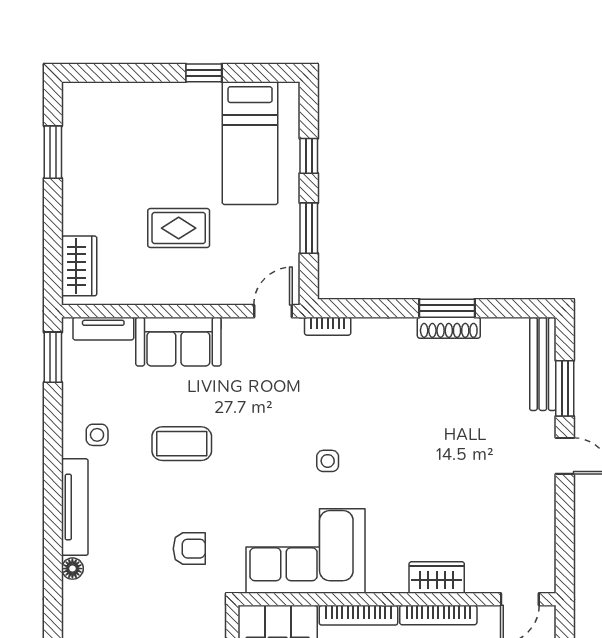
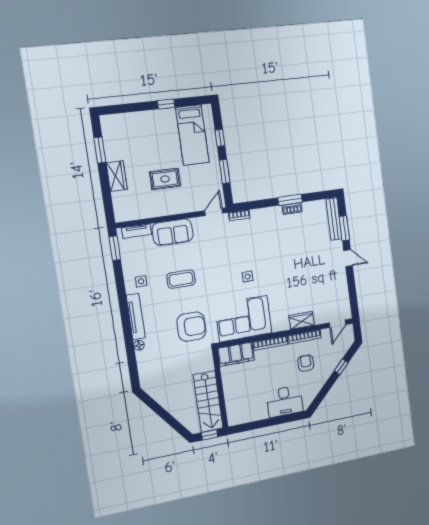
wardrobe: (79, 266) -> (117, 176), moved
shoe rack: (449, 328) -> (292, 208), width x0.70
armchair: (189, 549) -> (191, 327), width x1.88, depth x1.88

